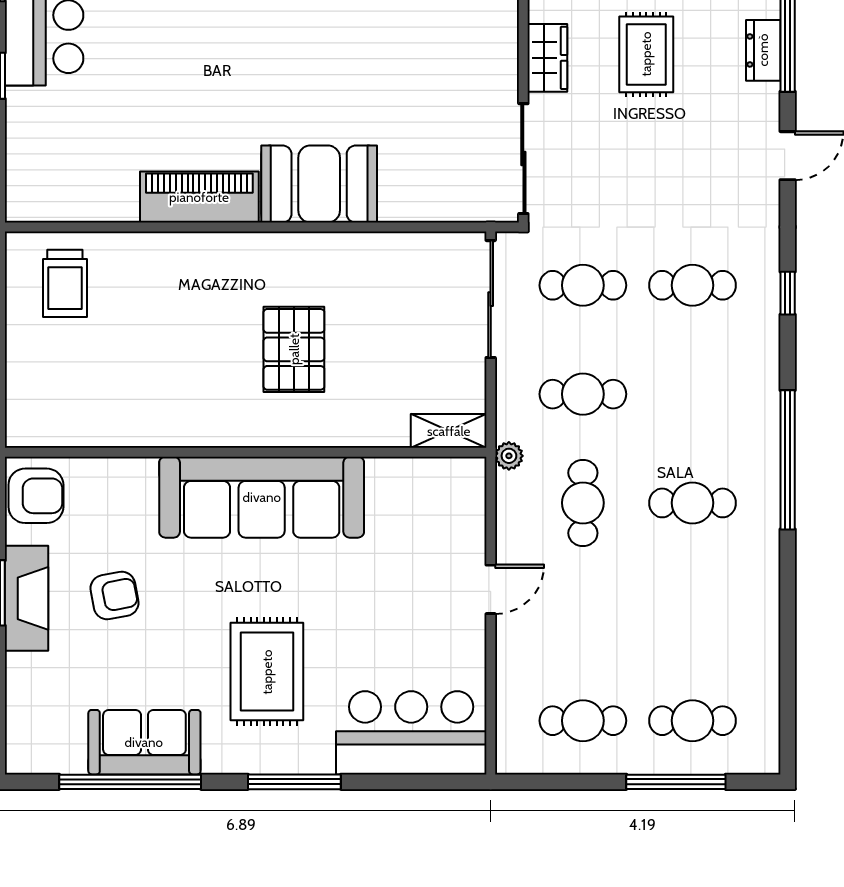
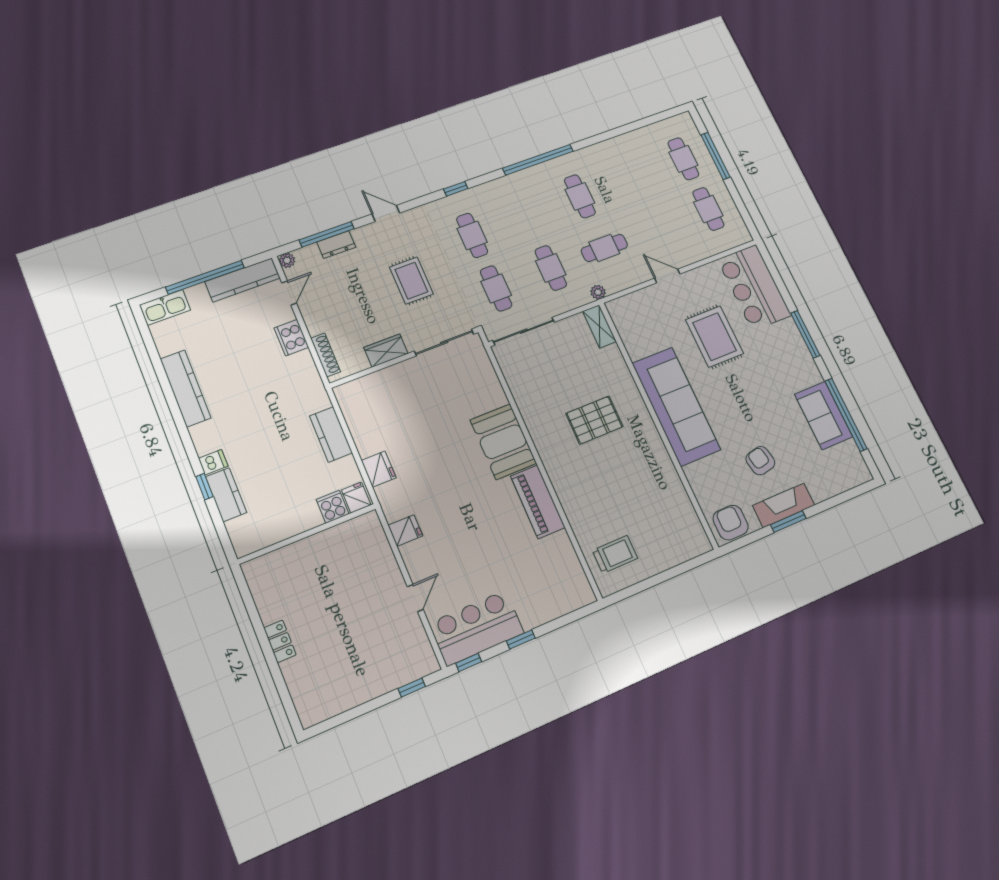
rug: (646, 54) -> (411, 281), moved, turned 90
rug: (267, 672) -> (714, 337), moved, turned 90

